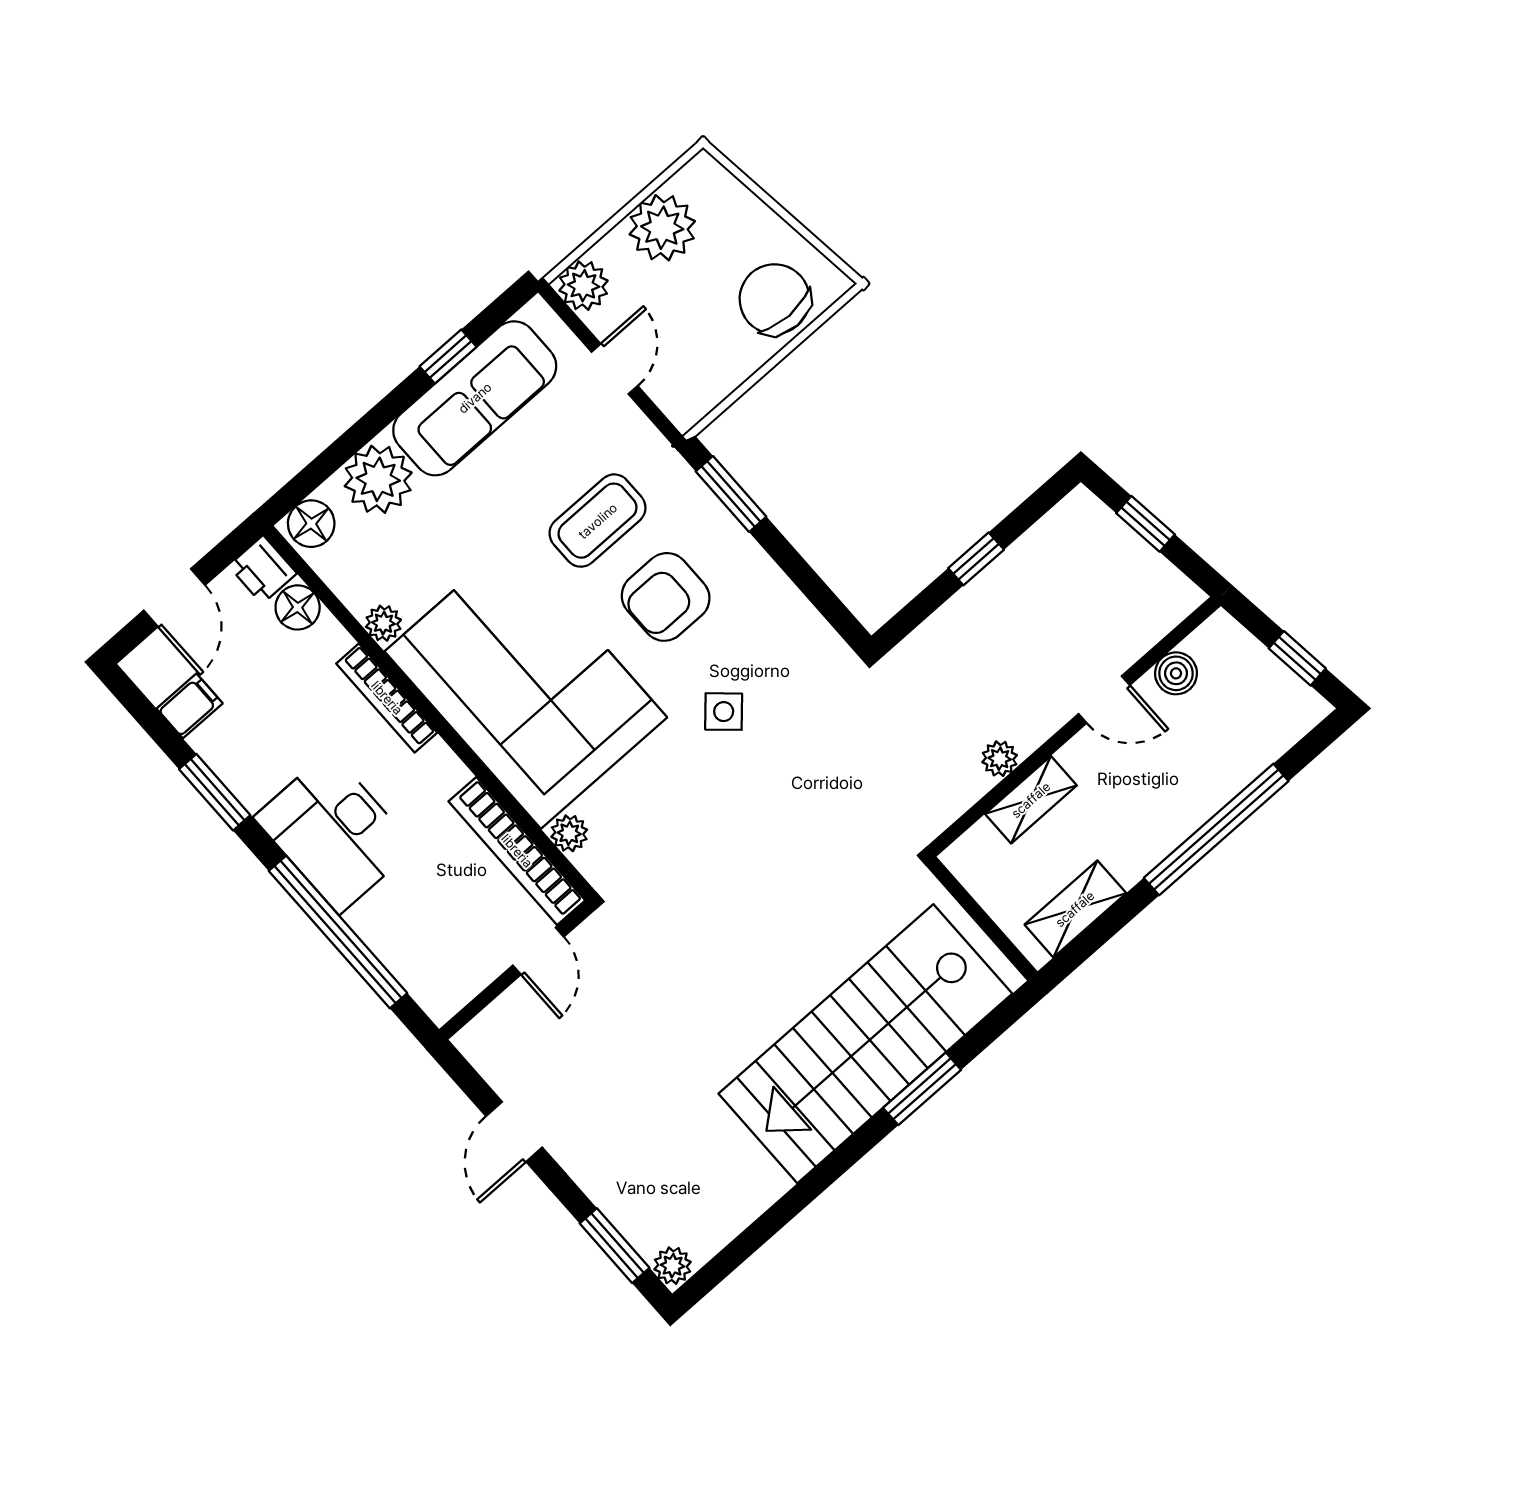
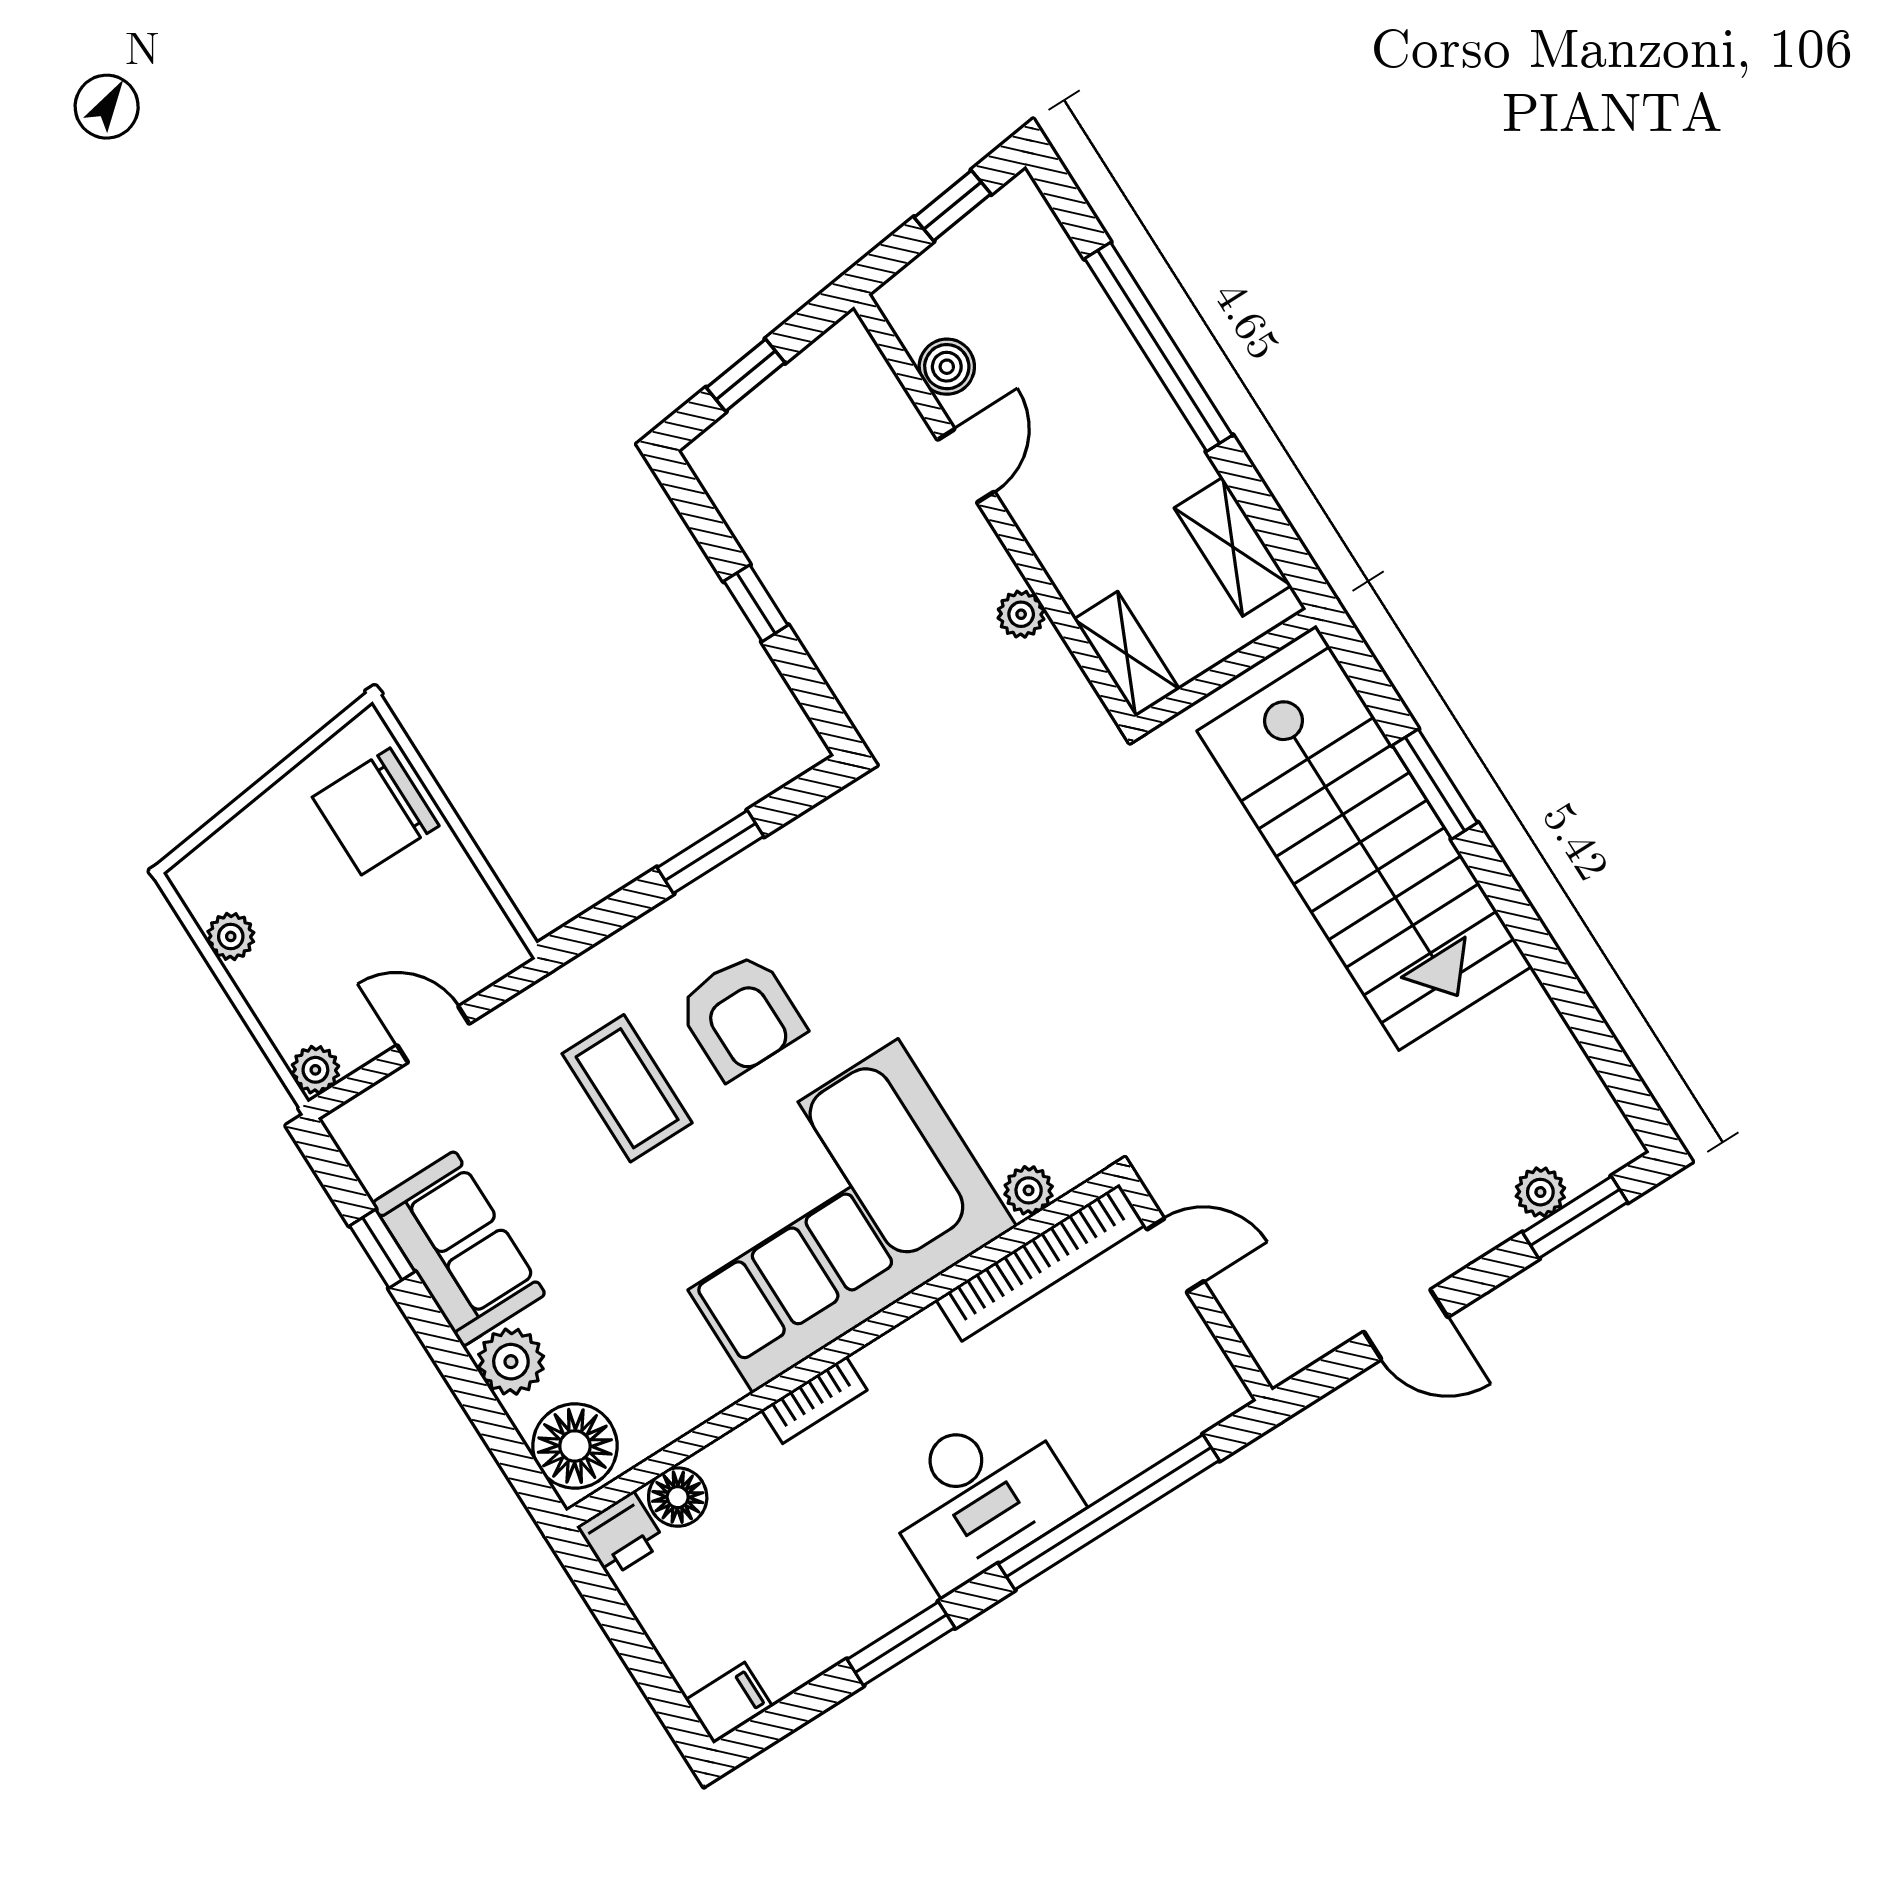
plant: (662, 228) -> (231, 936), width x0.53, depth x0.53
plant: (584, 286) -> (315, 1070), width x0.73, depth x0.73
sofa: (475, 398) -> (459, 1249), width x0.73
plant: (378, 479) -> (511, 1362), width x0.73, depth x0.73
window: (731, 494) -> (710, 852), moved
floor lamp: (311, 524) -> (575, 1446), width x1.38, depth x1.38
door: (174, 598) -> (639, 1656), removed
plant: (383, 623) -> (716, 1388), removed
bookcase: (387, 698) -> (814, 1400), width x0.64
filing cabinet: (190, 706) -> (729, 1703), moved, turned 90
side table: (724, 712) -> (902, 964), removed
shelving: (1031, 800) -> (1127, 654), moved
plant: (673, 1266) -> (1540, 1192), moved

